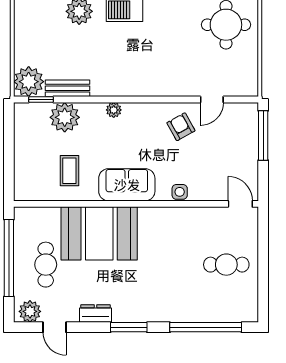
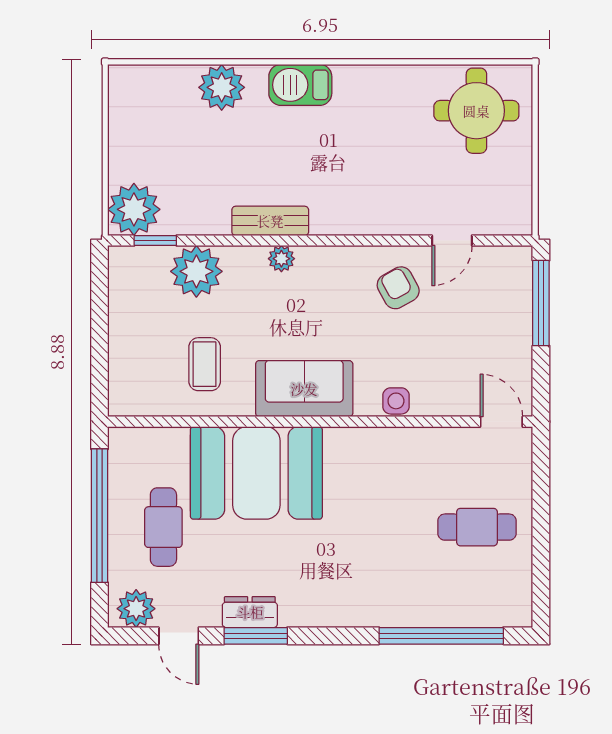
bench: (67, 88) -> (270, 221), moved
window: (129, 327) -> (256, 636), moved

